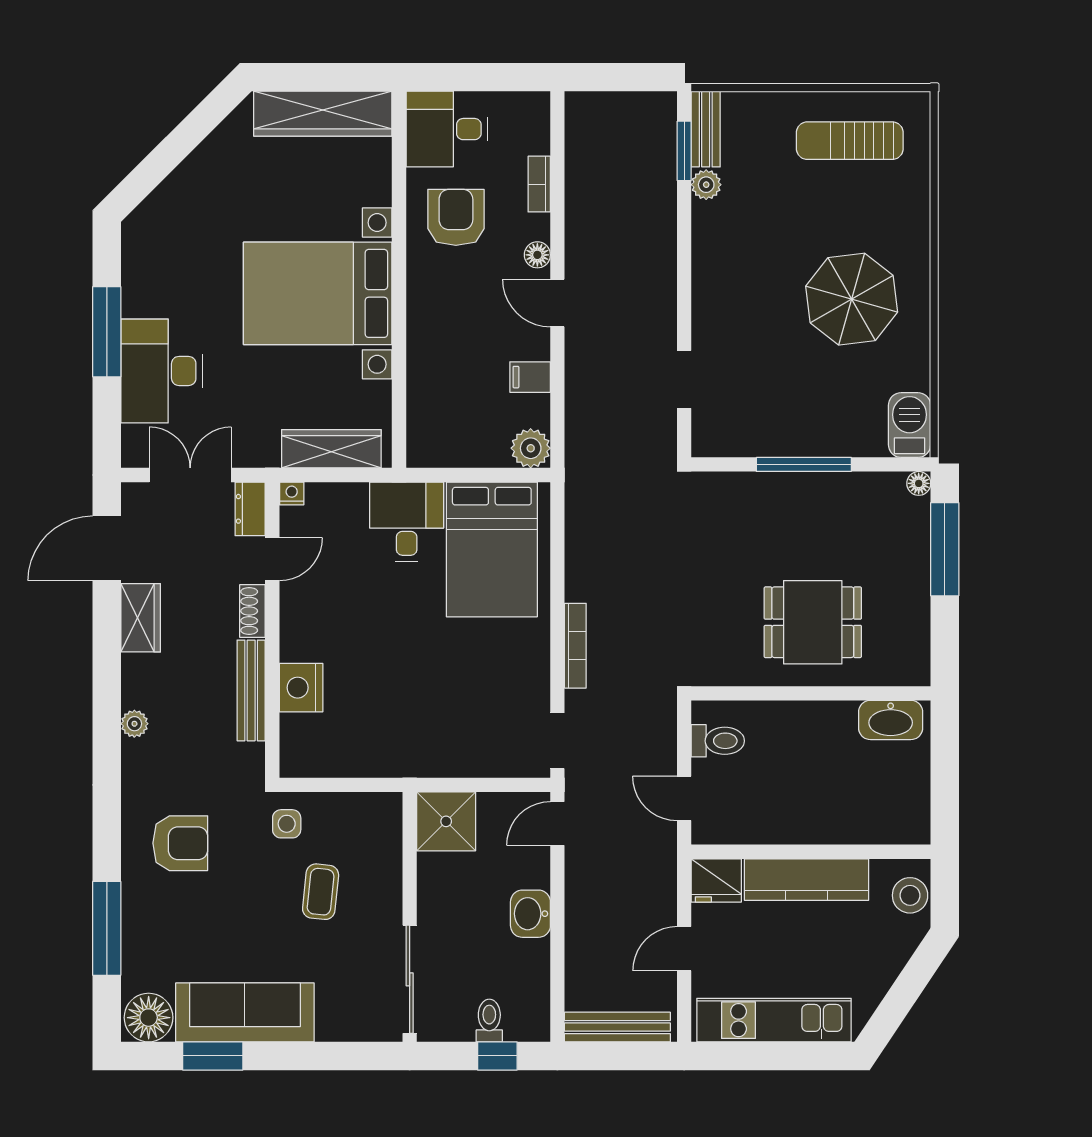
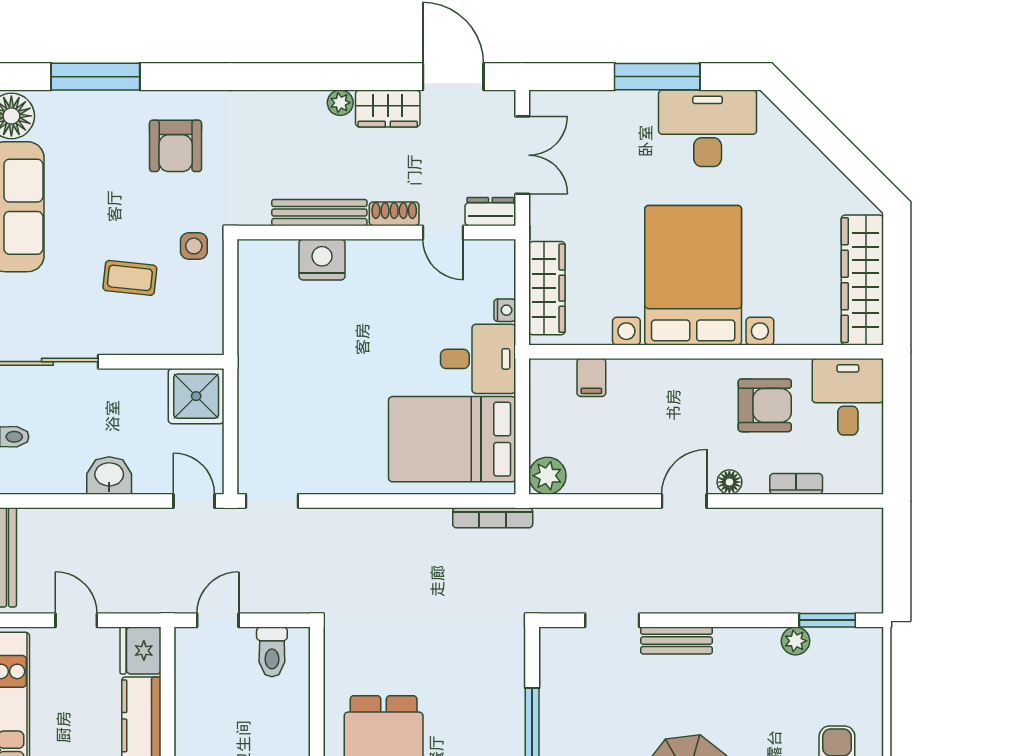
bench: (706, 129) -> (676, 640), moved
desk: (162, 371) -> (708, 128), moved
filing cabinet: (530, 377) -> (591, 377), moved, turned 180
nightstand: (292, 493) -> (505, 310), moved
bookcase: (575, 646) -> (493, 518), moved
plant: (134, 724) -> (340, 103), moved

